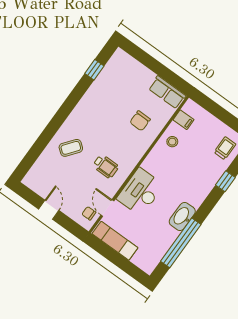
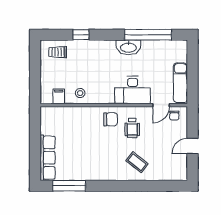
window: (94, 70) -> (69, 186), width x2.17
row of seats: (167, 92) -> (48, 158), moved, width x1.48
chair: (140, 121) -> (111, 119), moved
wheelchair: (106, 166) -> (132, 128), turned 180

